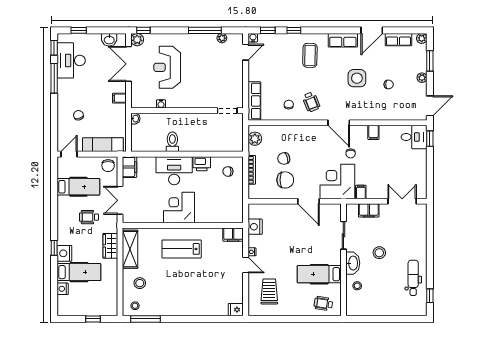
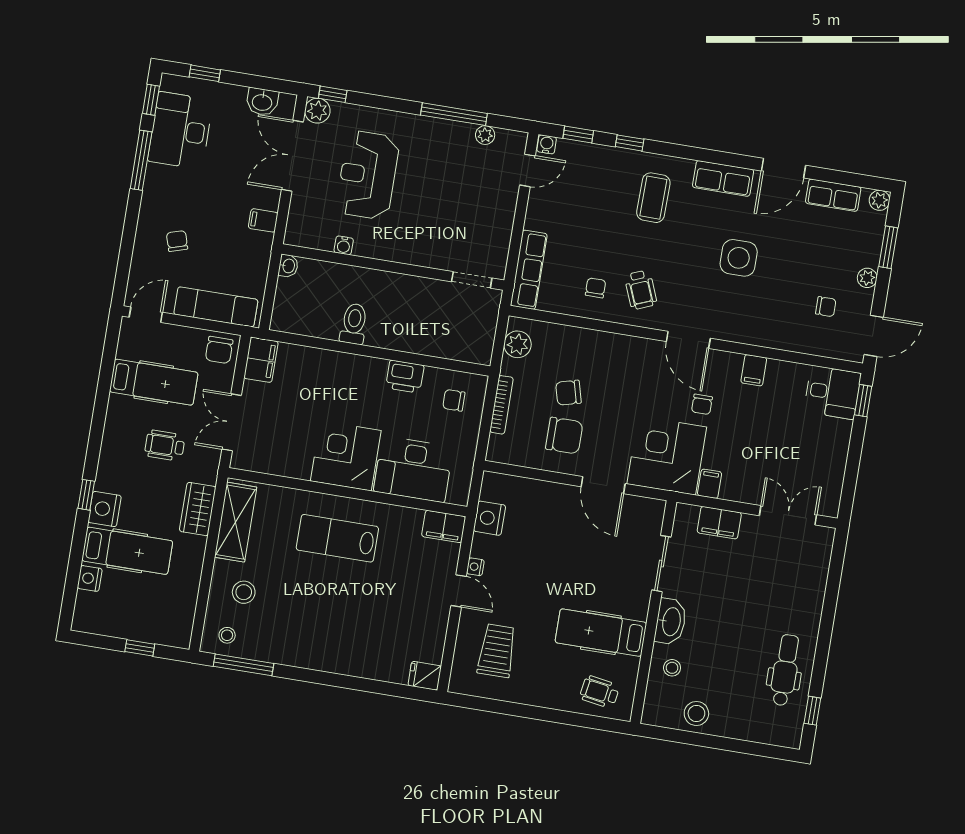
chair: (389, 84) -> (826, 307), moved
desk: (174, 171) -> (413, 469), moved, turned 180
stool: (379, 253) -> (696, 713), moved

